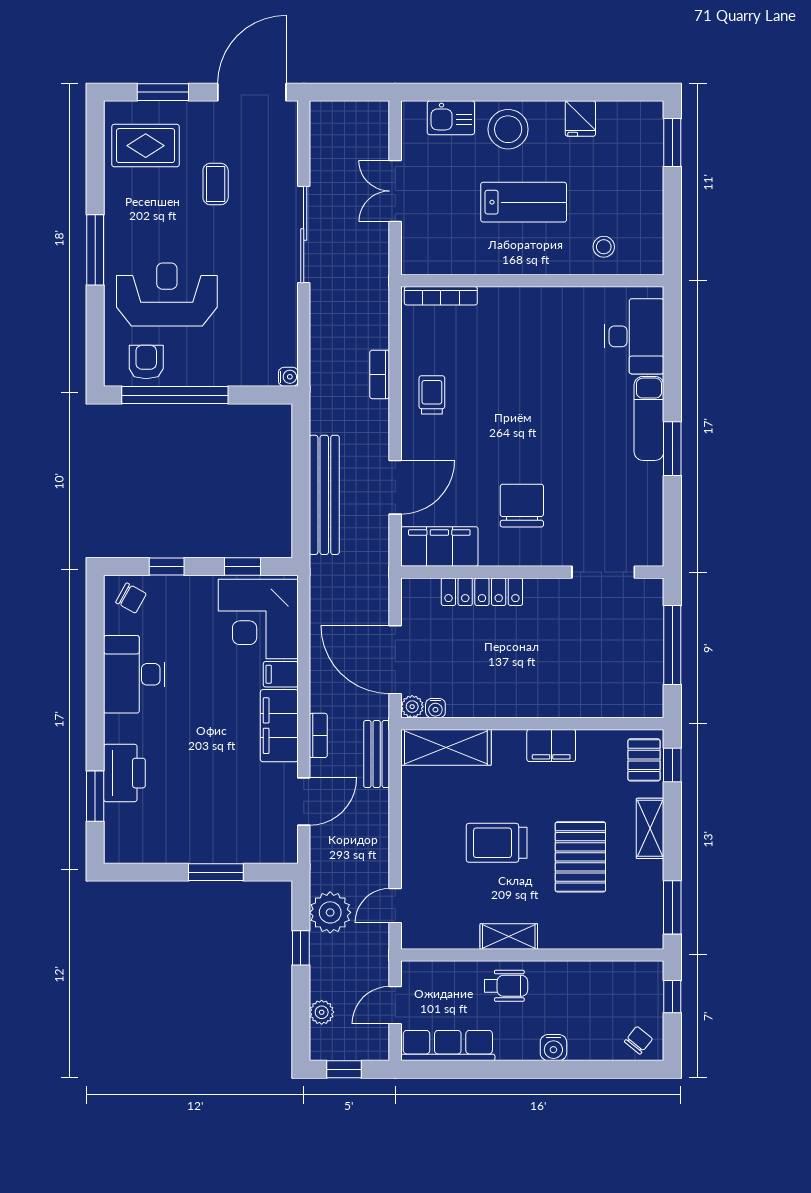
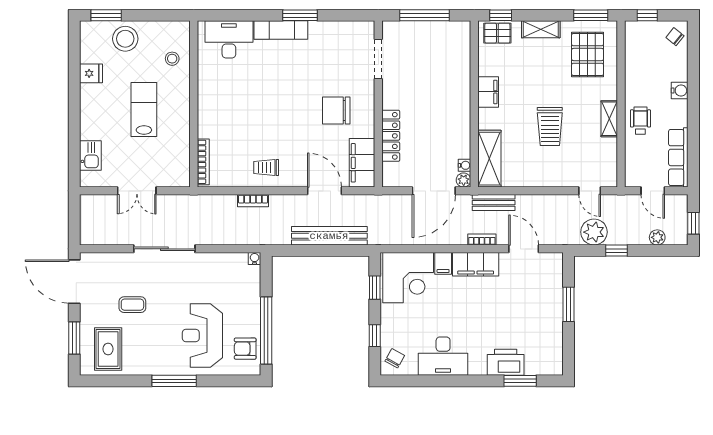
stool: (508, 129) -> (125, 39), moved
pallet: (580, 857) -> (588, 55), moved, turned 90

